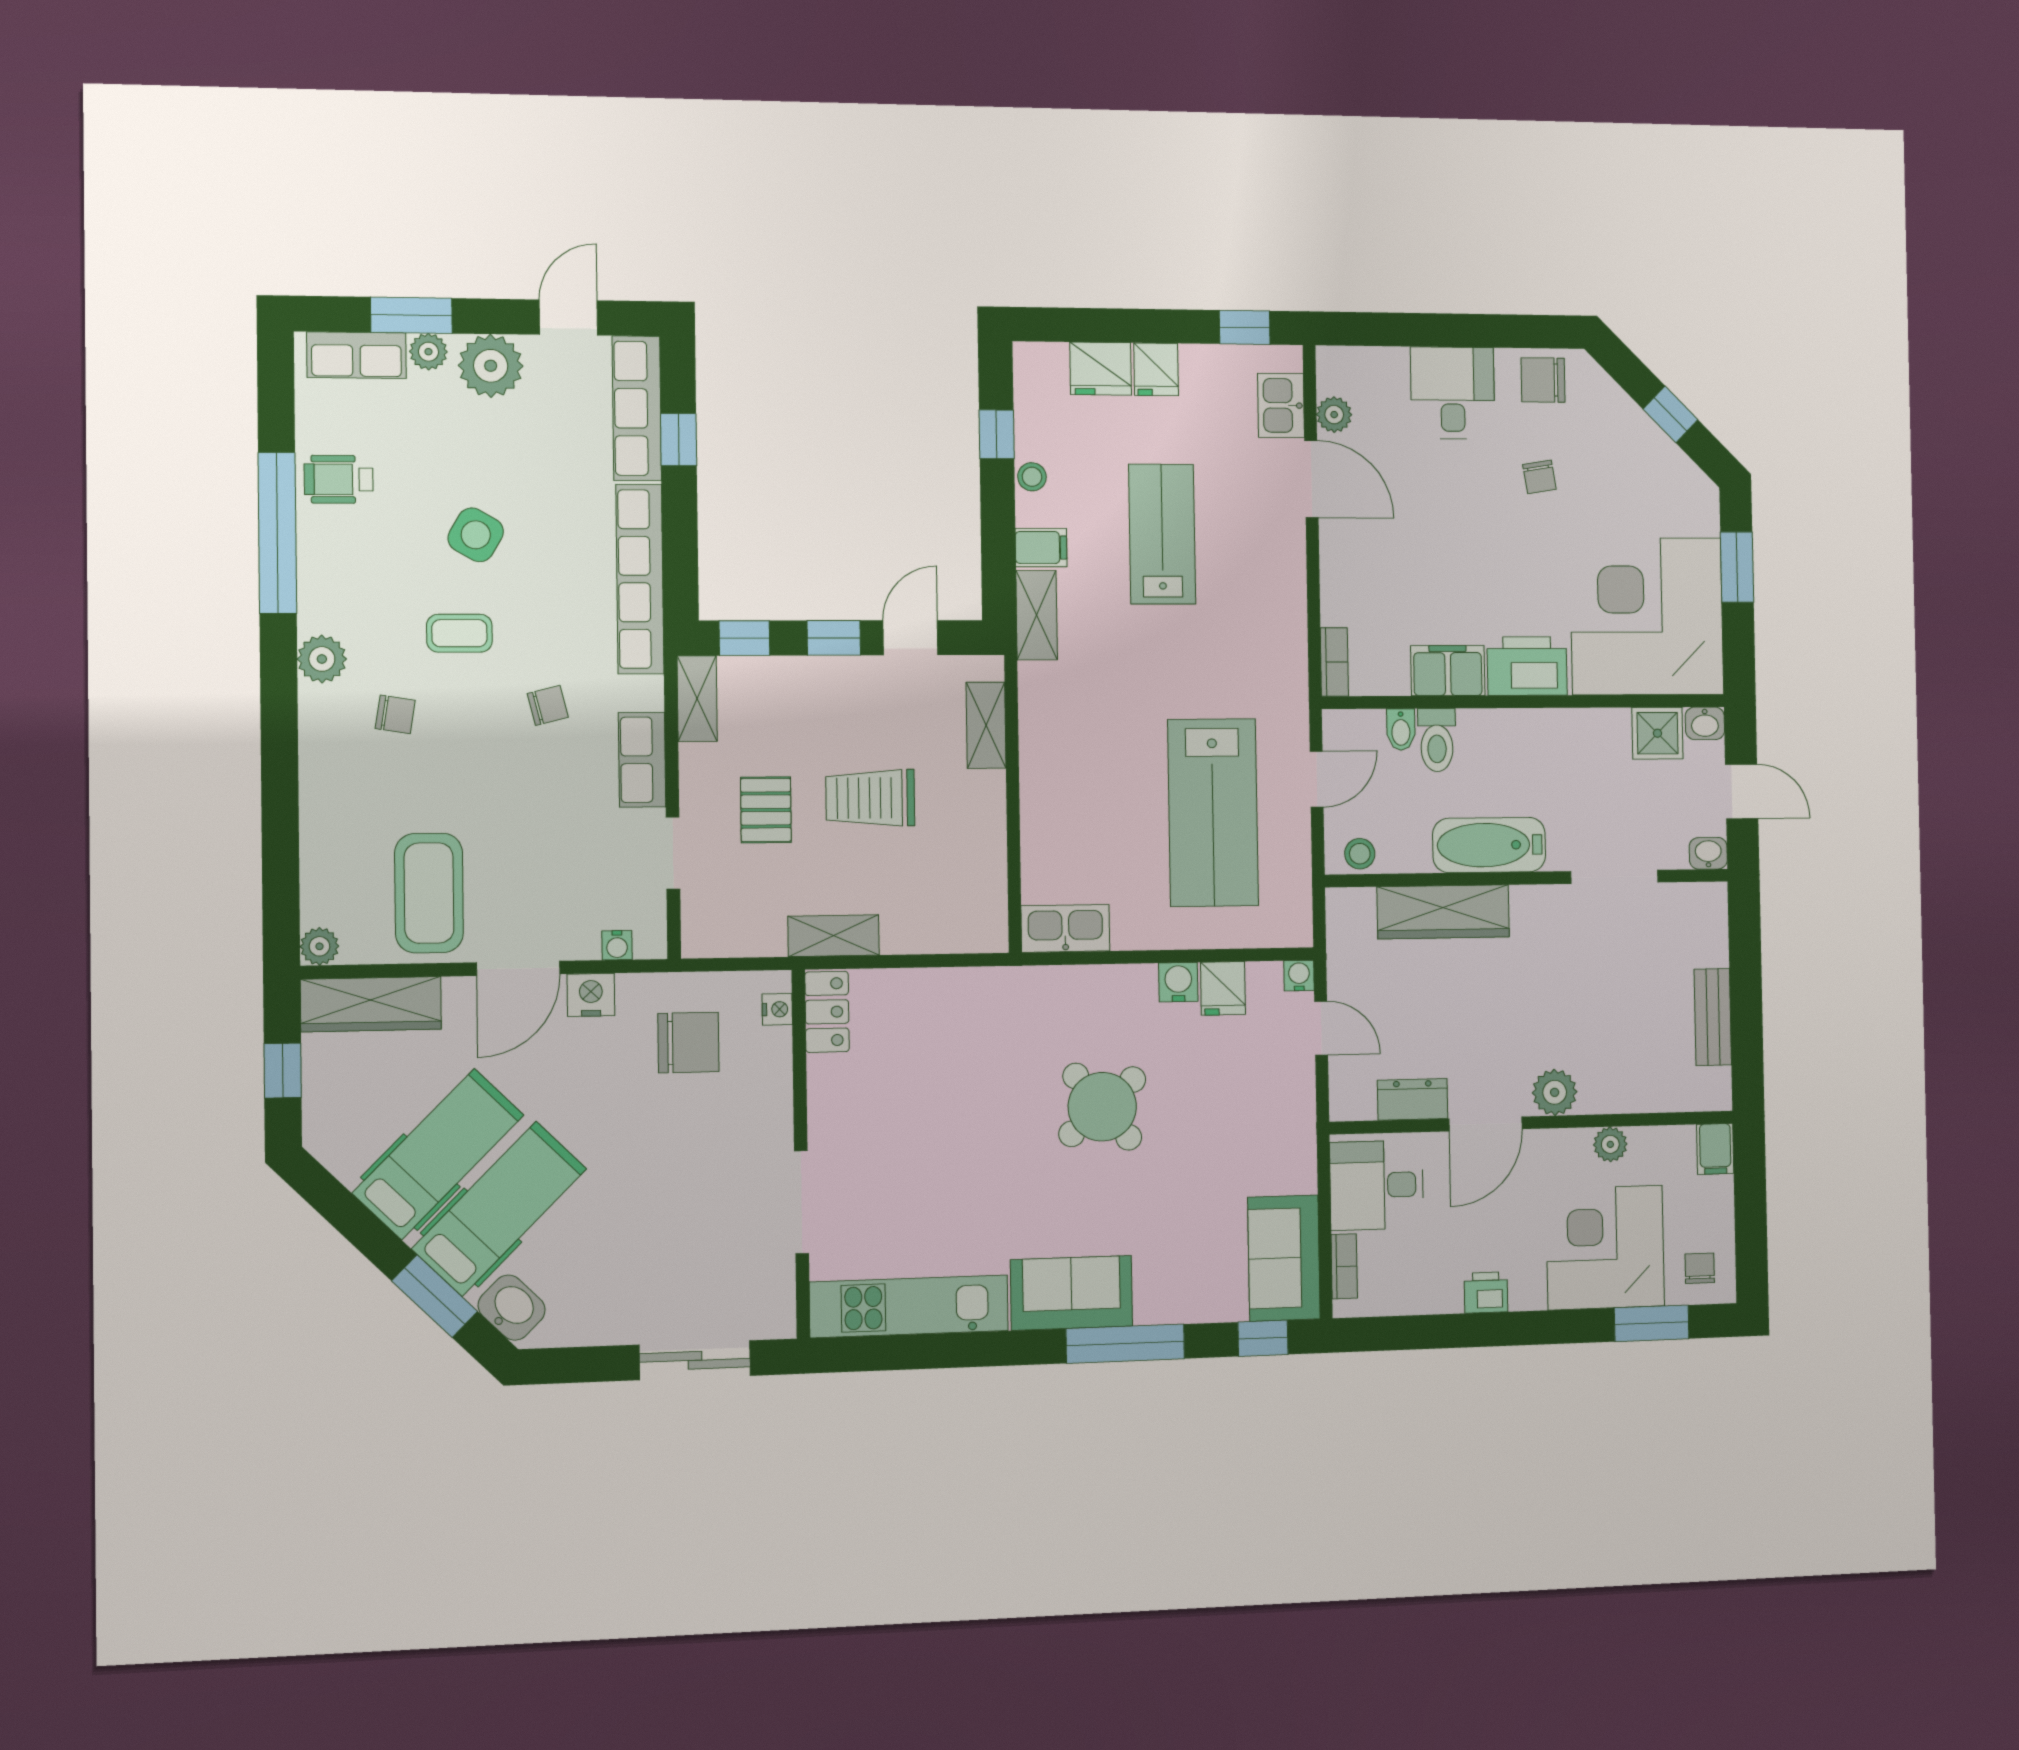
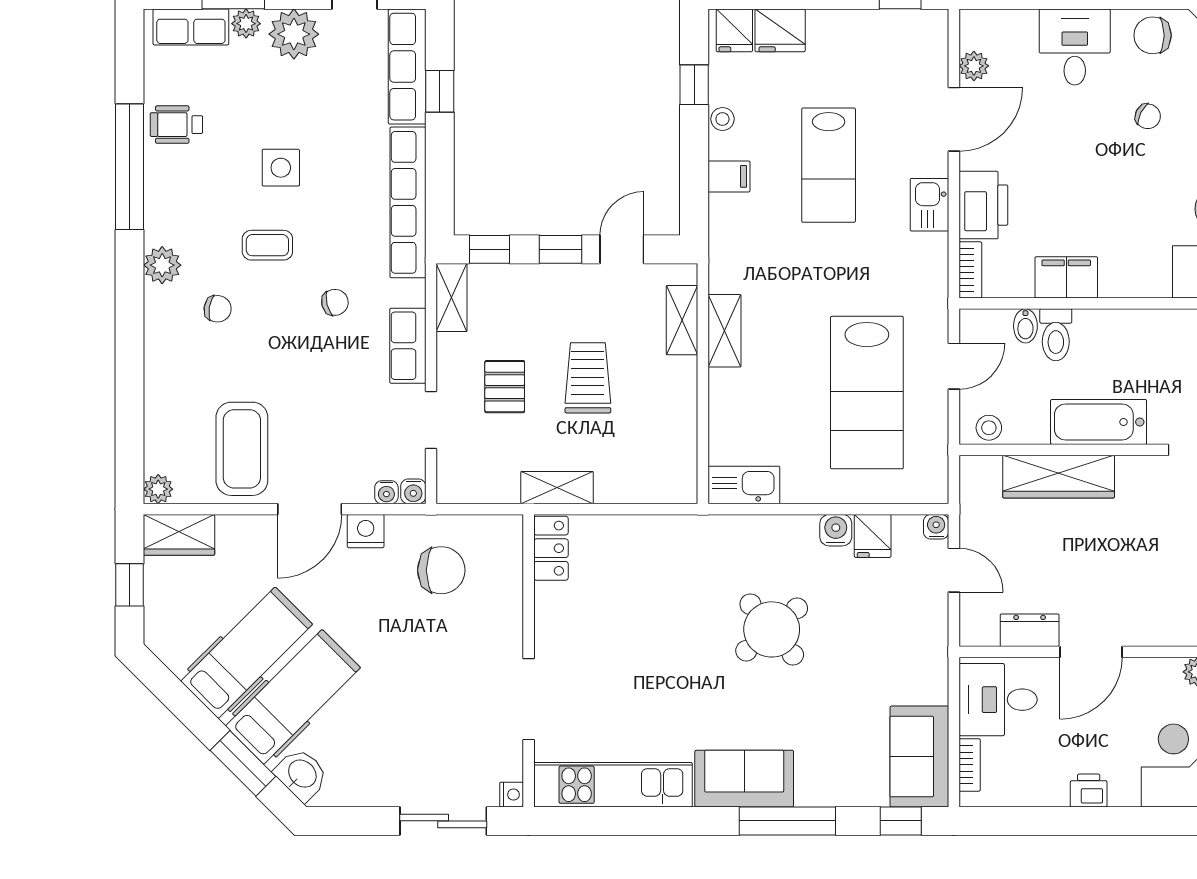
fridge: (1156, 369) -> (734, 30), moved
kitchen sink: (1281, 405) -> (929, 205), moved
chair: (1539, 477) -> (1148, 116), turned -54
door: (1311, 479) -> (954, 119), hinge flipped
lab bench: (1162, 534) -> (829, 165), turned 180
side table: (476, 535) -> (281, 168), turned -30
shelving: (1037, 615) -> (724, 331), moved
printer: (1527, 666) -> (983, 205), moved, turned 90
trolley: (870, 798) -> (588, 378), turned 90
water cooler: (651, 944) -> (413, 491), added
wardrobe: (371, 1004) -> (179, 535), width x0.67
nightstand: (777, 1009) -> (512, 795), moved
plant: (1555, 1092) -> (1151, 627), removed

